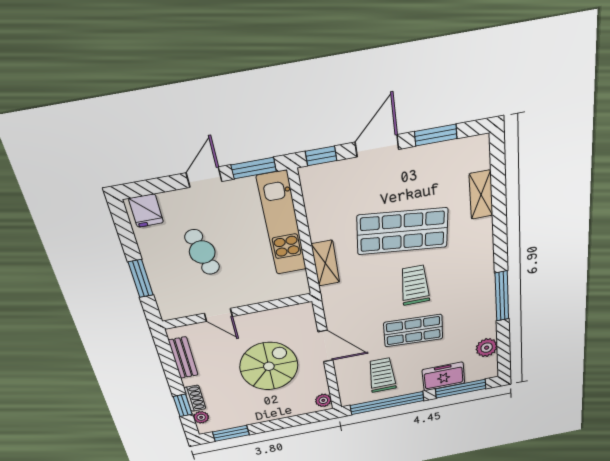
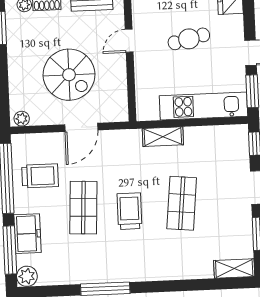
shelving: (481, 195) -> (234, 268), moved
shop shelf: (403, 231) -> (182, 203), width x0.70, depth x0.74
trolley: (415, 285) -> (129, 211), turned -90
plant: (487, 348) -> (27, 276), moved

